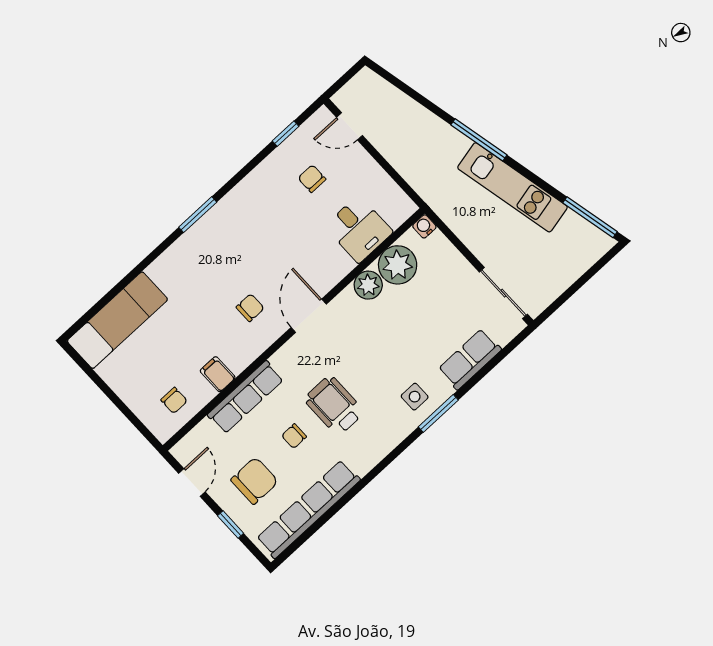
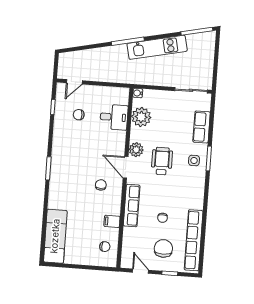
plant: (368, 285) -> (136, 150), moved
row of seats: (245, 397) -> (132, 206), moved
wheelchair: (334, 405) -> (162, 161), moved, turned 90

